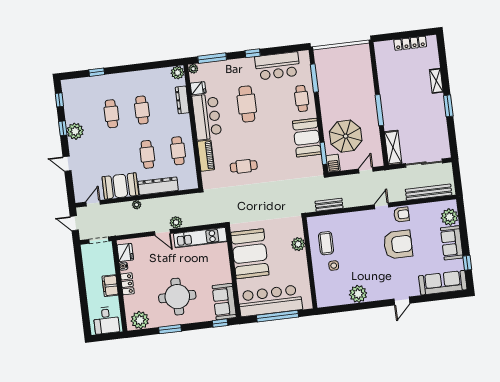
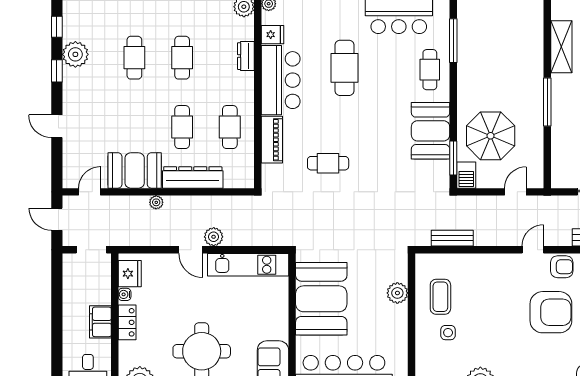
dresser: (182, 100) -> (246, 56), width x0.70
plant: (75, 131) -> (75, 54), moved
shelving: (393, 148) -> (561, 47), moved

